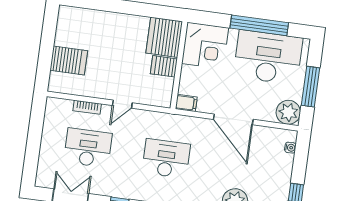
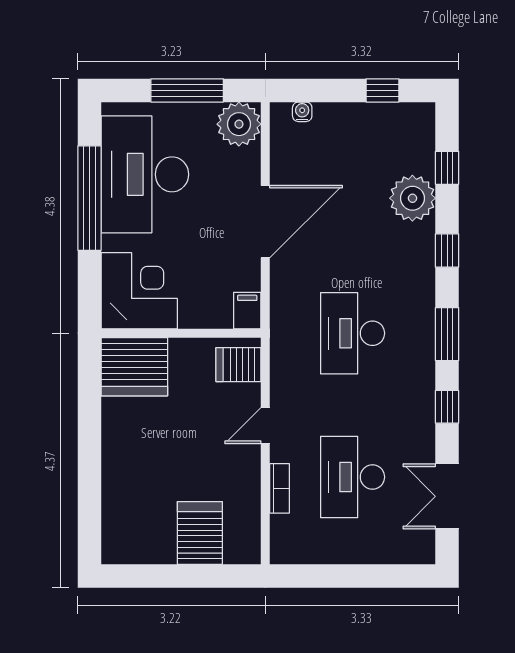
server rack: (164, 66) -> (238, 365), moved, turned 90
door: (122, 104) -> (265, 426), swing flipped

